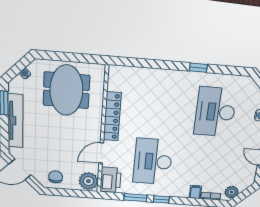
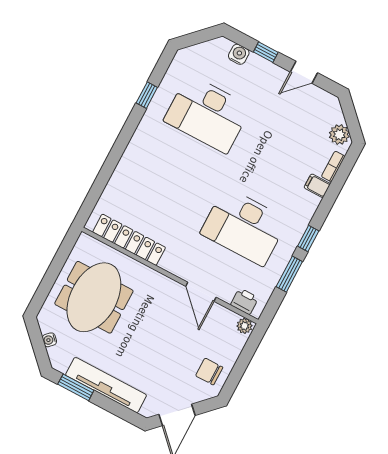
window: (198, 68) -> (147, 95), moved
meeting table: (66, 90) -> (94, 297), turned 90
locker: (112, 117) -> (129, 240), moved
printer: (111, 180) -> (244, 301), width x0.53, depth x0.68
plant: (88, 181) -> (245, 326), width x0.53, depth x0.53

